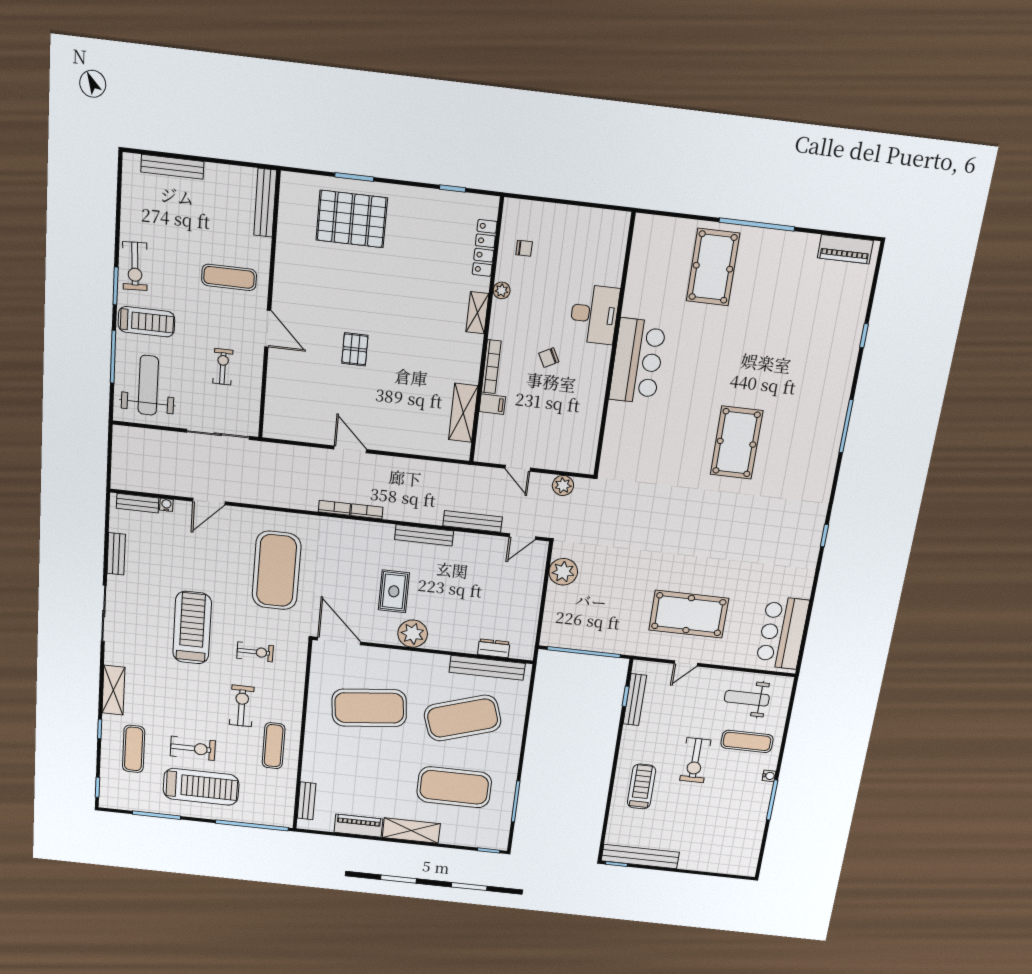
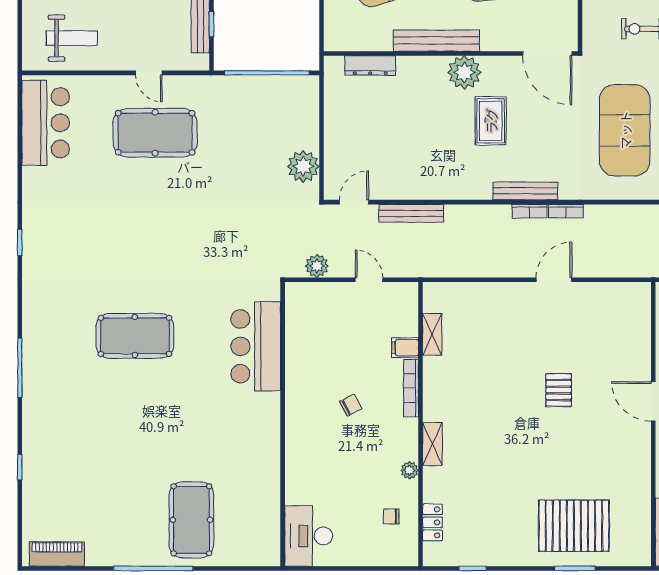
locker: (485, 248) -> (433, 522), width x0.66
desk: (594, 314) -> (309, 536), moved
bar counter: (637, 361) -> (256, 346), moved
shelving: (463, 413) -> (432, 334), width x0.67, depth x0.75
pool table: (736, 443) -> (135, 336), turned 90
door: (350, 449) -> (554, 280), swing flipped
bench: (424, 535) -> (525, 191), moved
dresser: (494, 648) -> (370, 65), width x1.44
door: (686, 663) -> (149, 73), swing flipped
bench: (487, 668) -> (437, 41), moved

